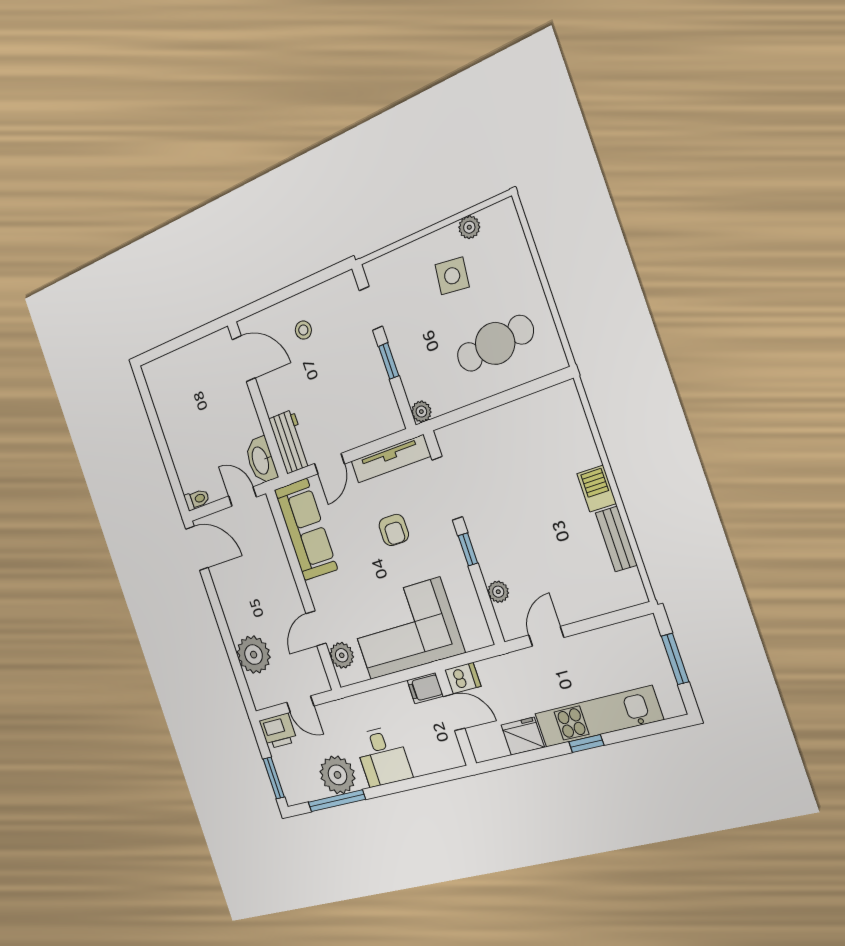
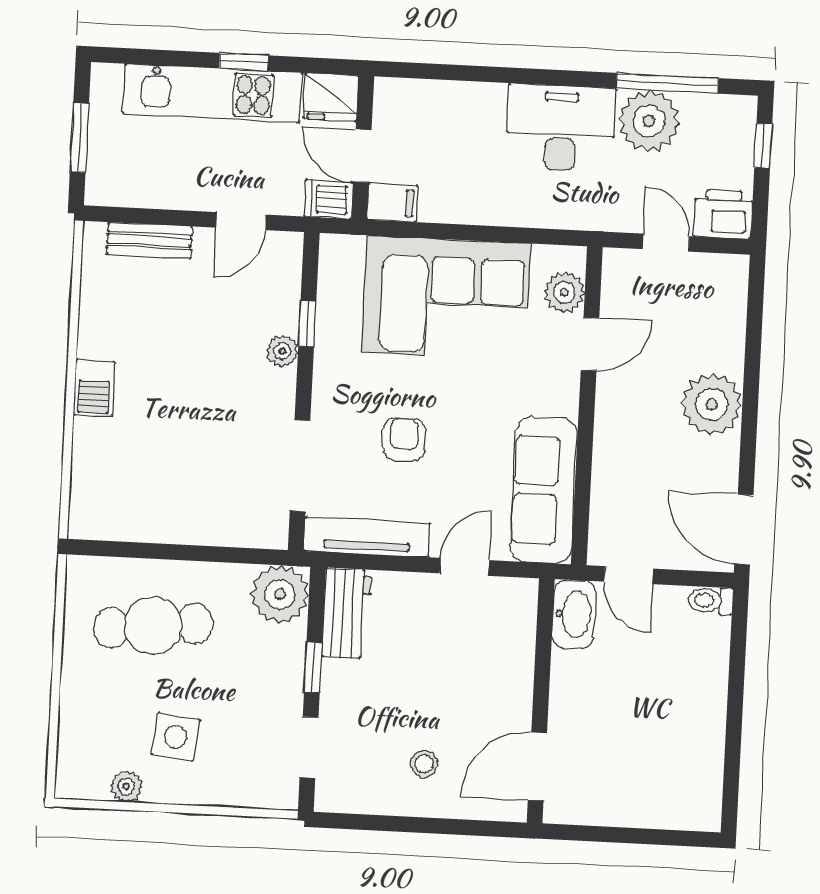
door: (244, 359) -> (537, 767), hinge flipped
plant: (421, 412) -> (280, 594), width x1.88, depth x1.88
workbench: (290, 442) -> (347, 613), moved, turned 180
bench: (616, 539) -> (149, 240), moved, turned 90
window: (468, 549) -> (307, 324), moved
plant: (498, 592) -> (282, 351), moved
plant: (254, 655) -> (712, 404), moved
dishwasher: (463, 678) -> (329, 199), moved
filing cabinet: (425, 688) -> (392, 203), moved
door: (454, 712) -> (362, 156), moved
wall: (456, 718) -> (363, 148), moved
desk: (383, 756) -> (561, 128), width x1.37
window: (274, 778) -> (763, 146), width x0.67

